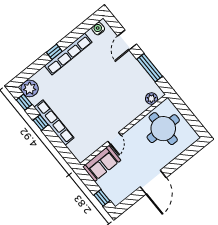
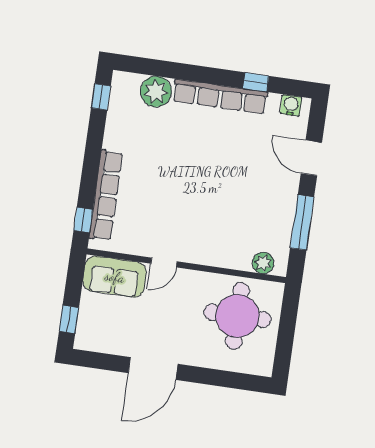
door: (127, 40) -> (311, 158), hinge flipped
window: (54, 52) -> (256, 82), moved
plant: (30, 88) -> (156, 92), moved
window: (41, 123) -> (83, 220), moved
row of seats: (54, 123) -> (106, 195), moved

